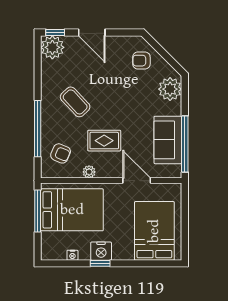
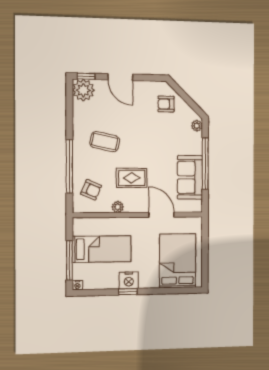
plant: (170, 89) -> (197, 126), width x0.53, depth x0.53
coffee table: (75, 102) -> (105, 142), turned -35
window: (185, 144) -> (205, 164), moved
bed: (72, 210) -> (102, 249), width x0.67
window: (38, 211) -> (69, 260), moved
nightstand: (72, 255) -> (77, 285), moved

